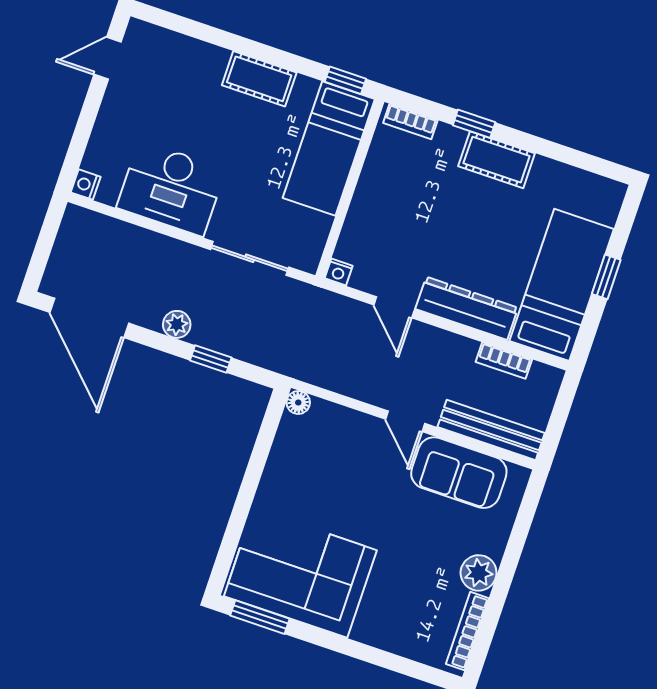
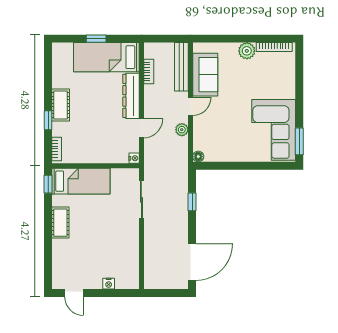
nightstand: (86, 185) -> (109, 284), moved
desk: (171, 188) -> (122, 245), removed
plant: (177, 324) -> (182, 130), moved

